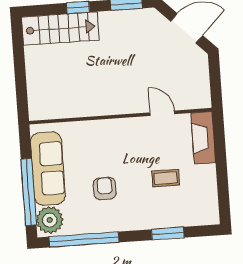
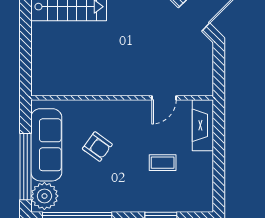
door: (162, 113) -> (164, 98), swing flipped
armchair: (105, 189) -> (97, 147), moved, turned 126

